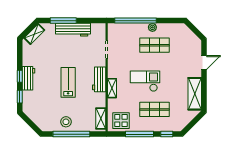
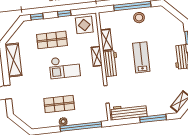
workbench: (73, 30) -> (129, 112), moved
lab bench: (68, 82) -> (141, 57), turned 180
shelving: (101, 119) -> (106, 40), moved
window: (139, 134) -> (64, 14), width x0.46

